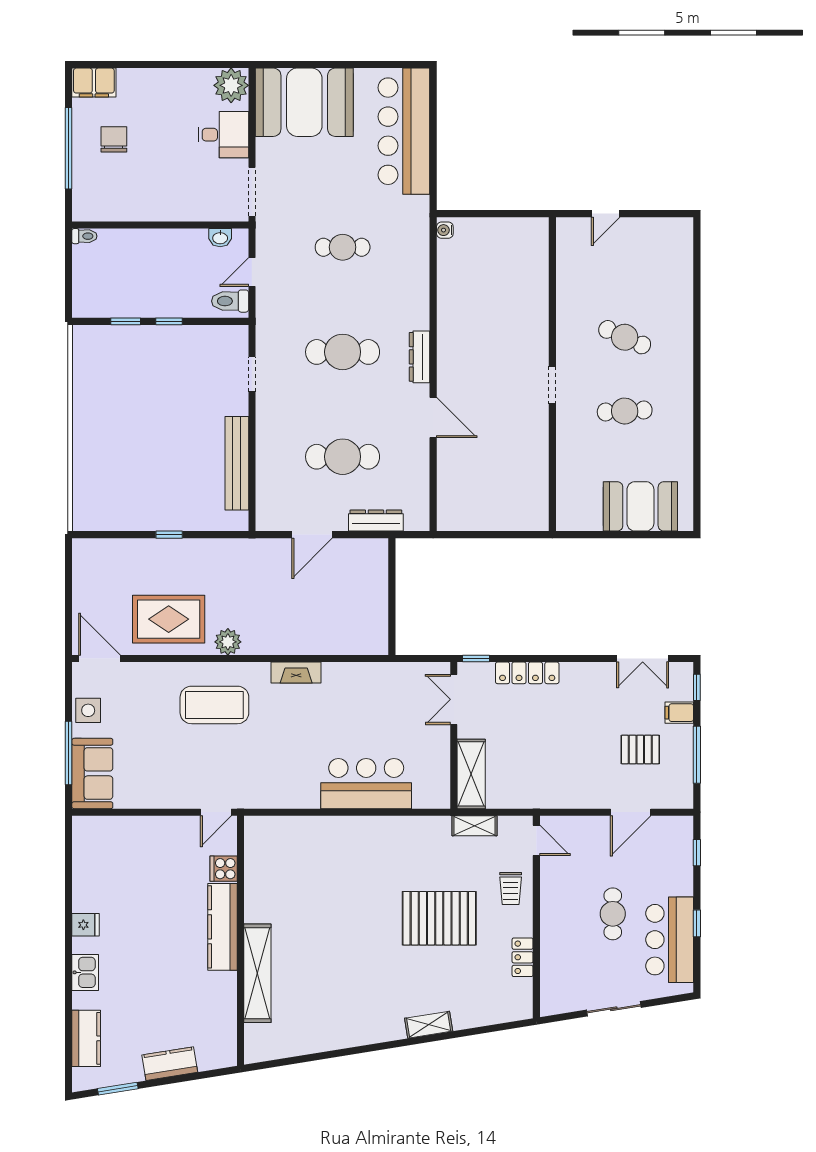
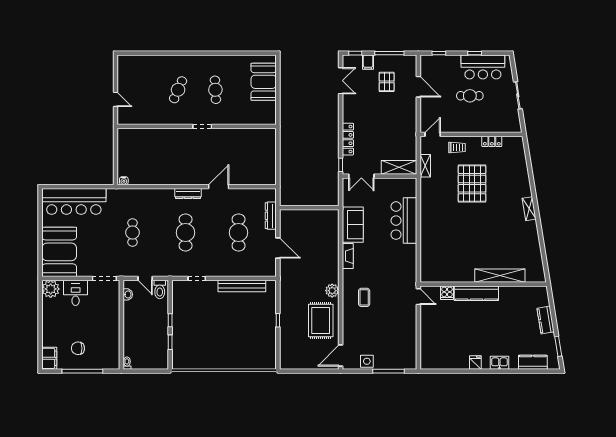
coffee table: (214, 705) -> (364, 297), width x0.54, depth x0.58
sofa: (92, 773) -> (353, 225), moved, turned 90
shelving: (429, 1025) -> (529, 209), moved

